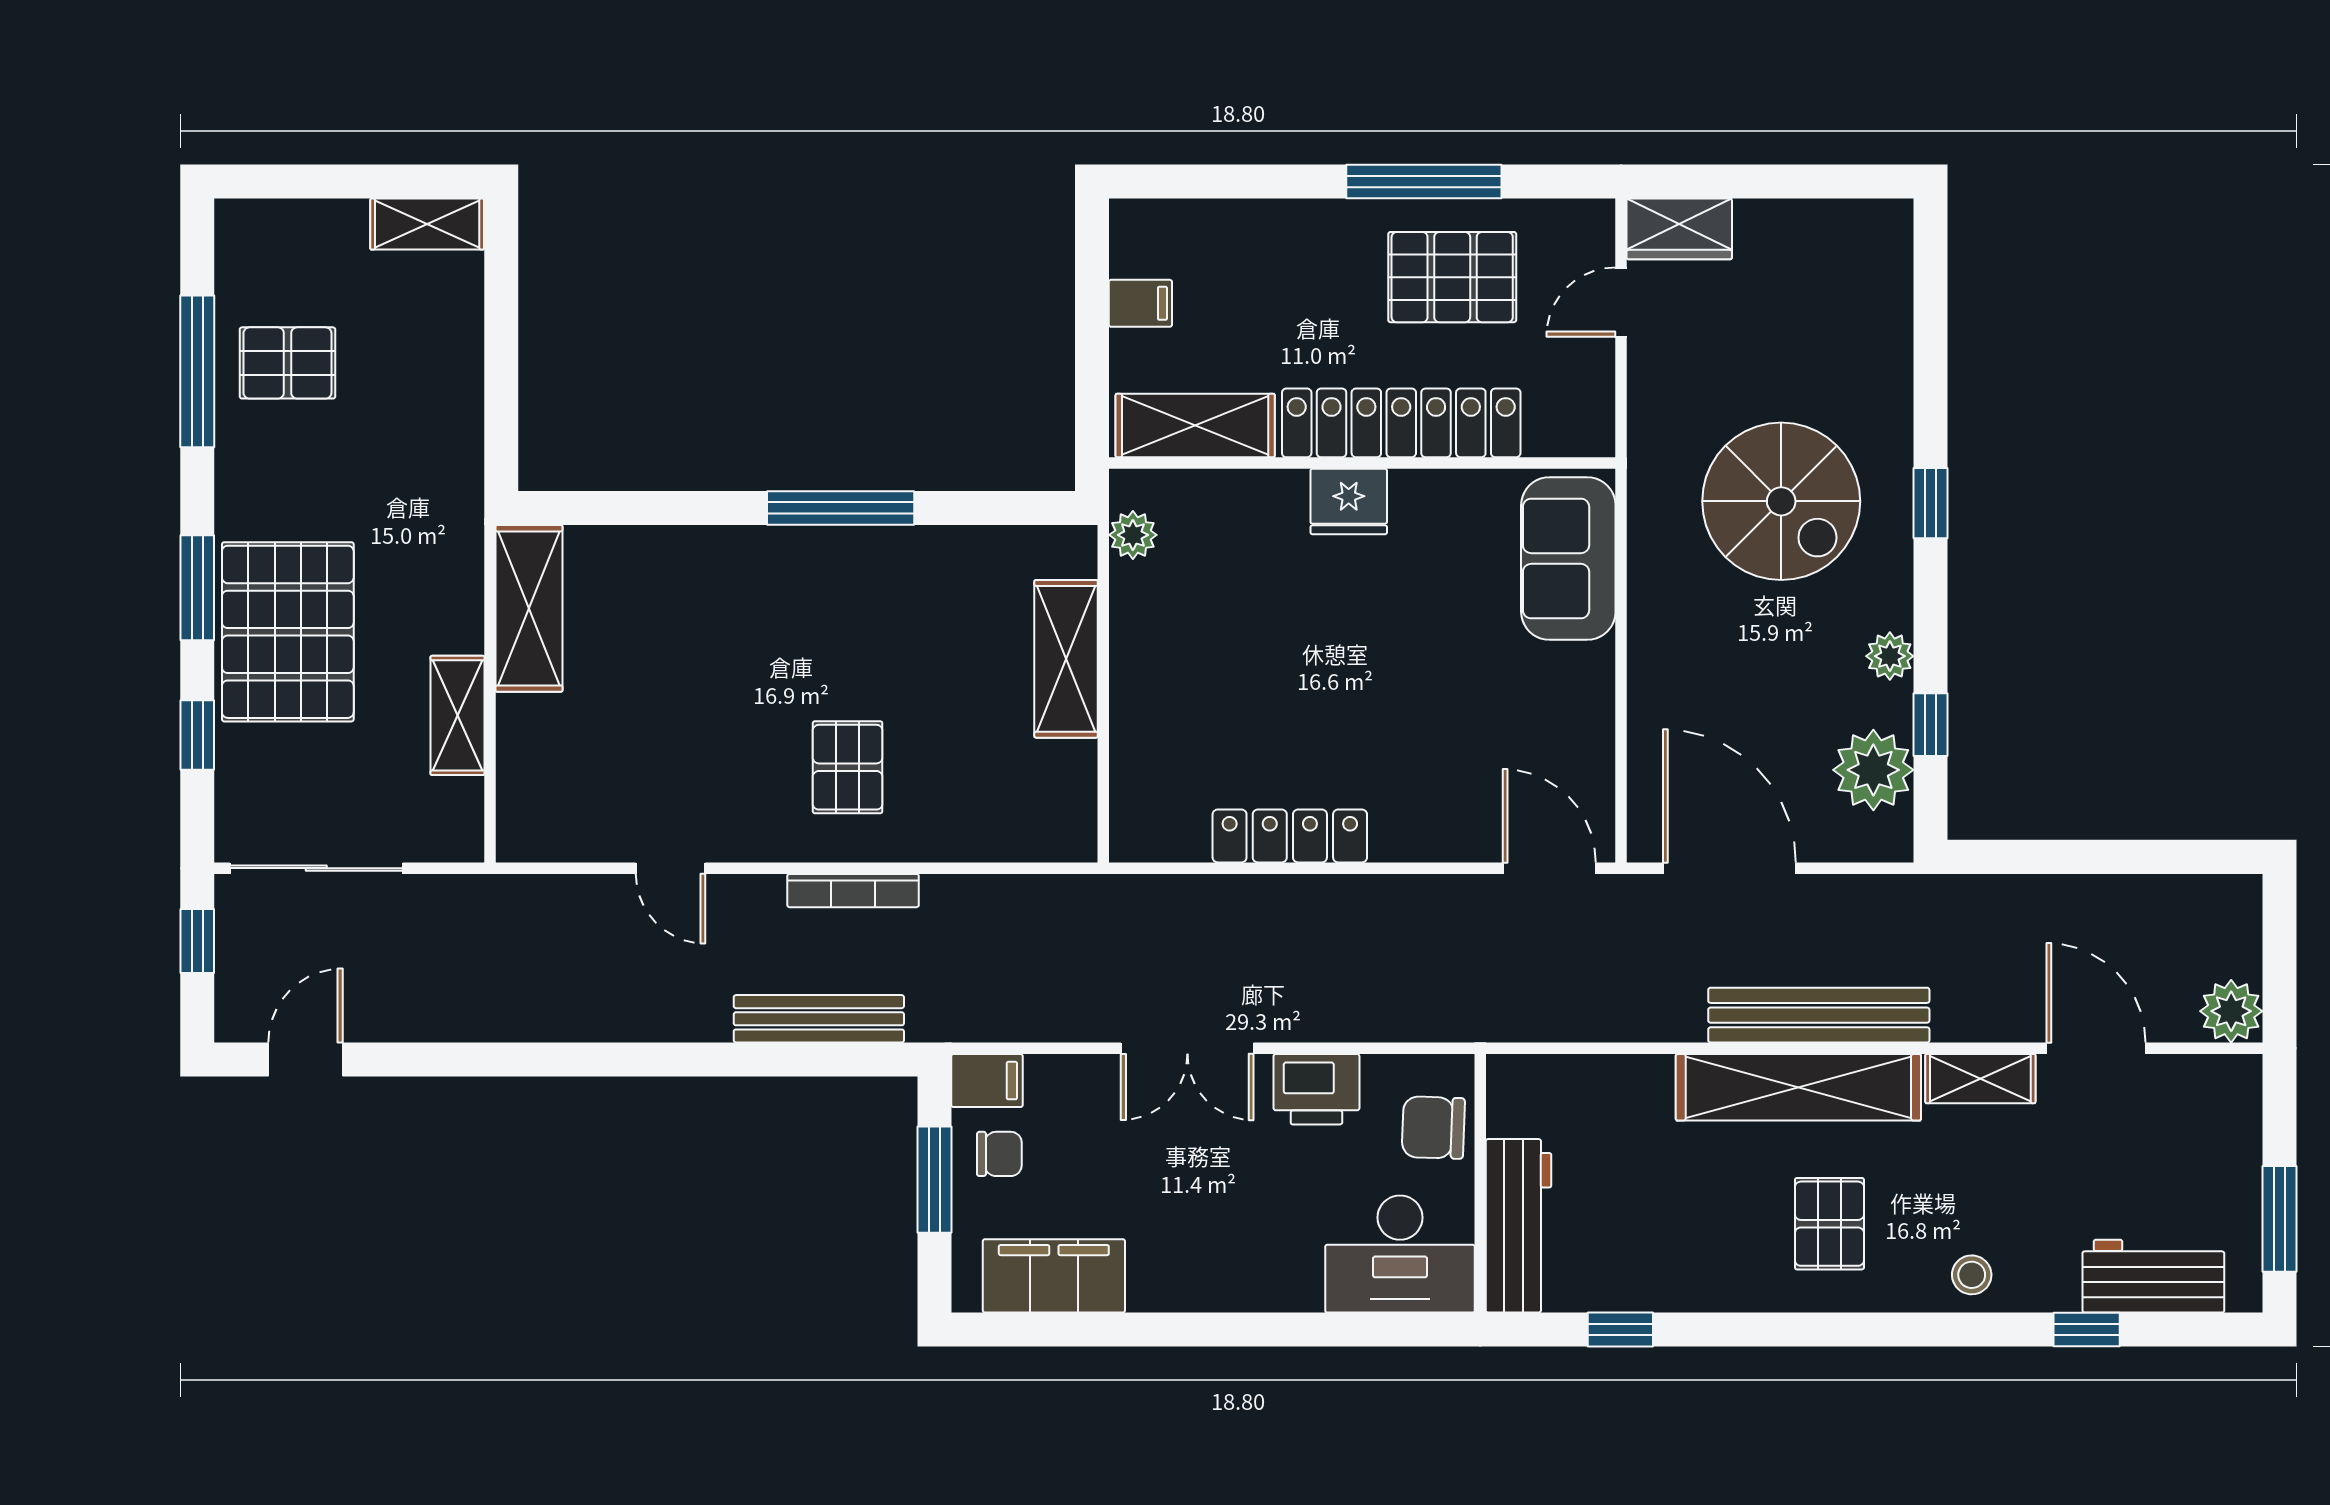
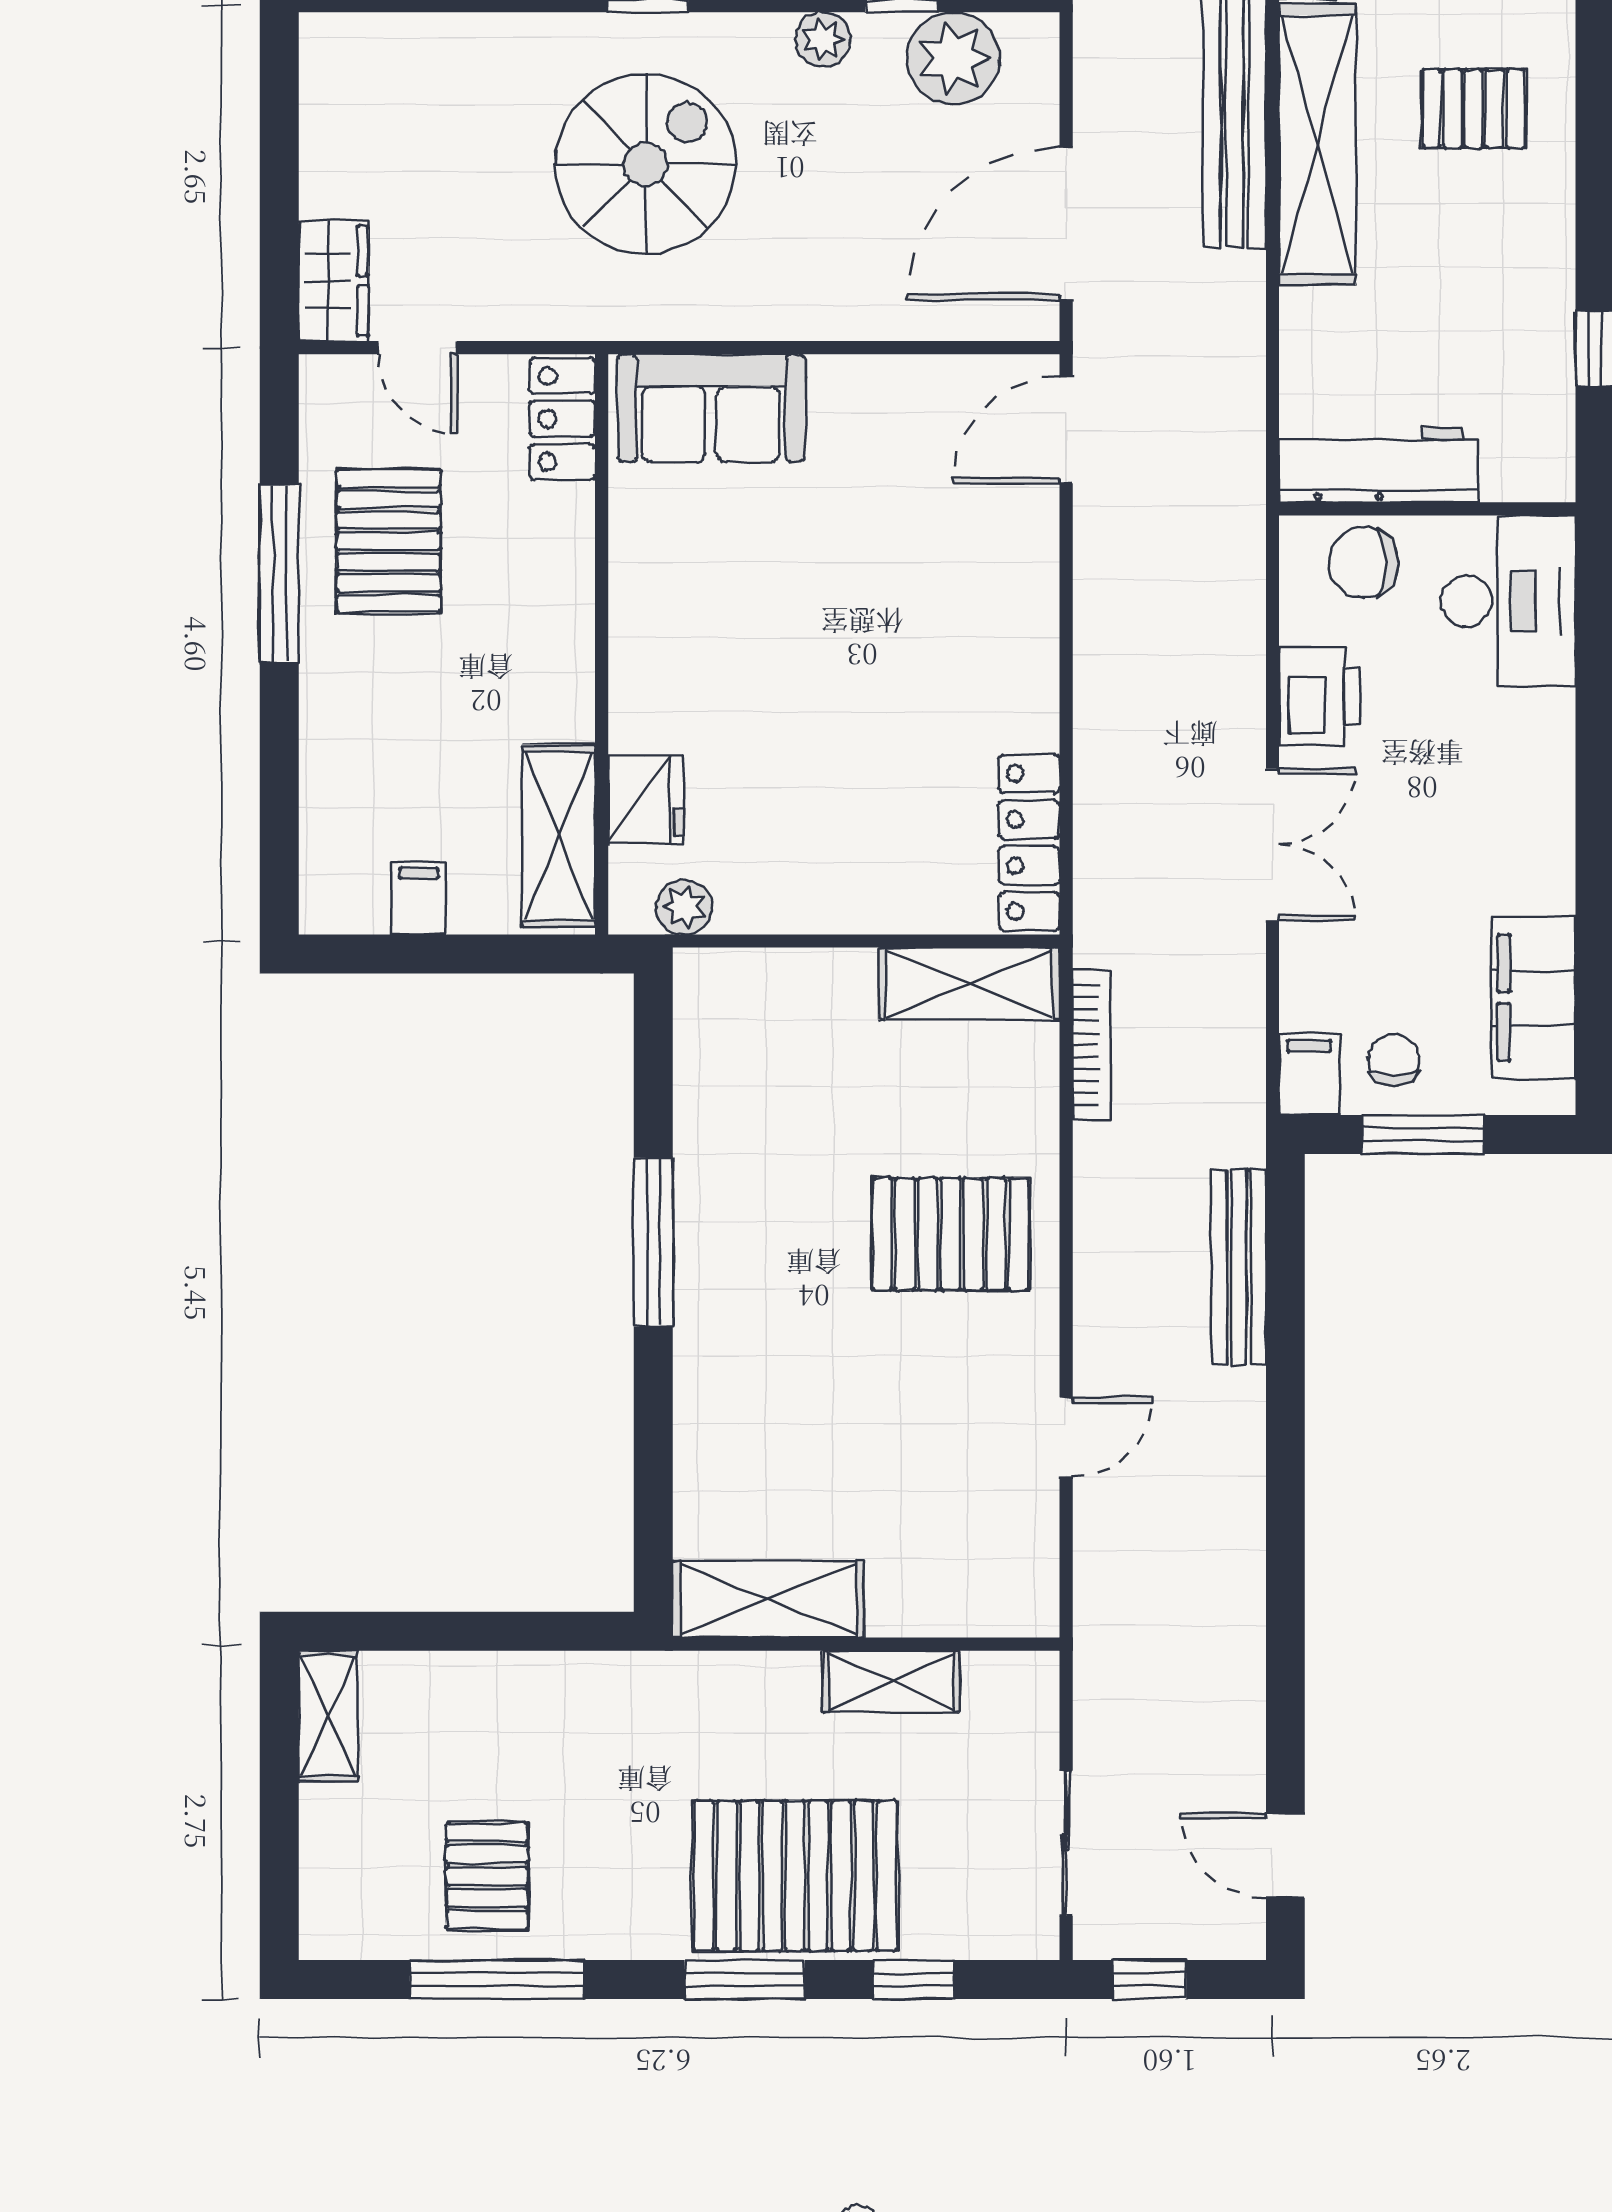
locker: (1401, 423) -> (562, 419), moved, width x0.46, depth x0.83
fridge: (1349, 501) -> (646, 799), moved
shelving: (1066, 659) -> (969, 984), moved
pallet: (848, 767) -> (950, 1234), width x1.50, depth x1.42
locker: (1290, 836) -> (1029, 843), moved
sliding door: (316, 868) -> (1066, 1843), width x0.73
bookcase: (853, 891) -> (1092, 1045), moved
chair: (1433, 1128) -> (1363, 563), turned 88
workbench: (1519, 1226) -> (1378, 465), moved

